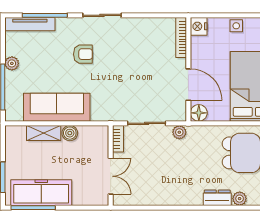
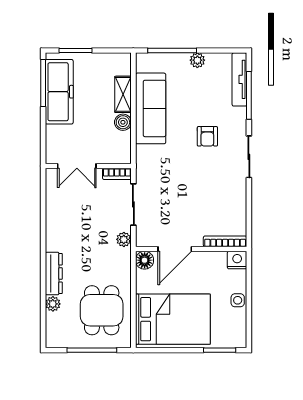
dresser: (217, 198) -> (54, 274), width x1.44

